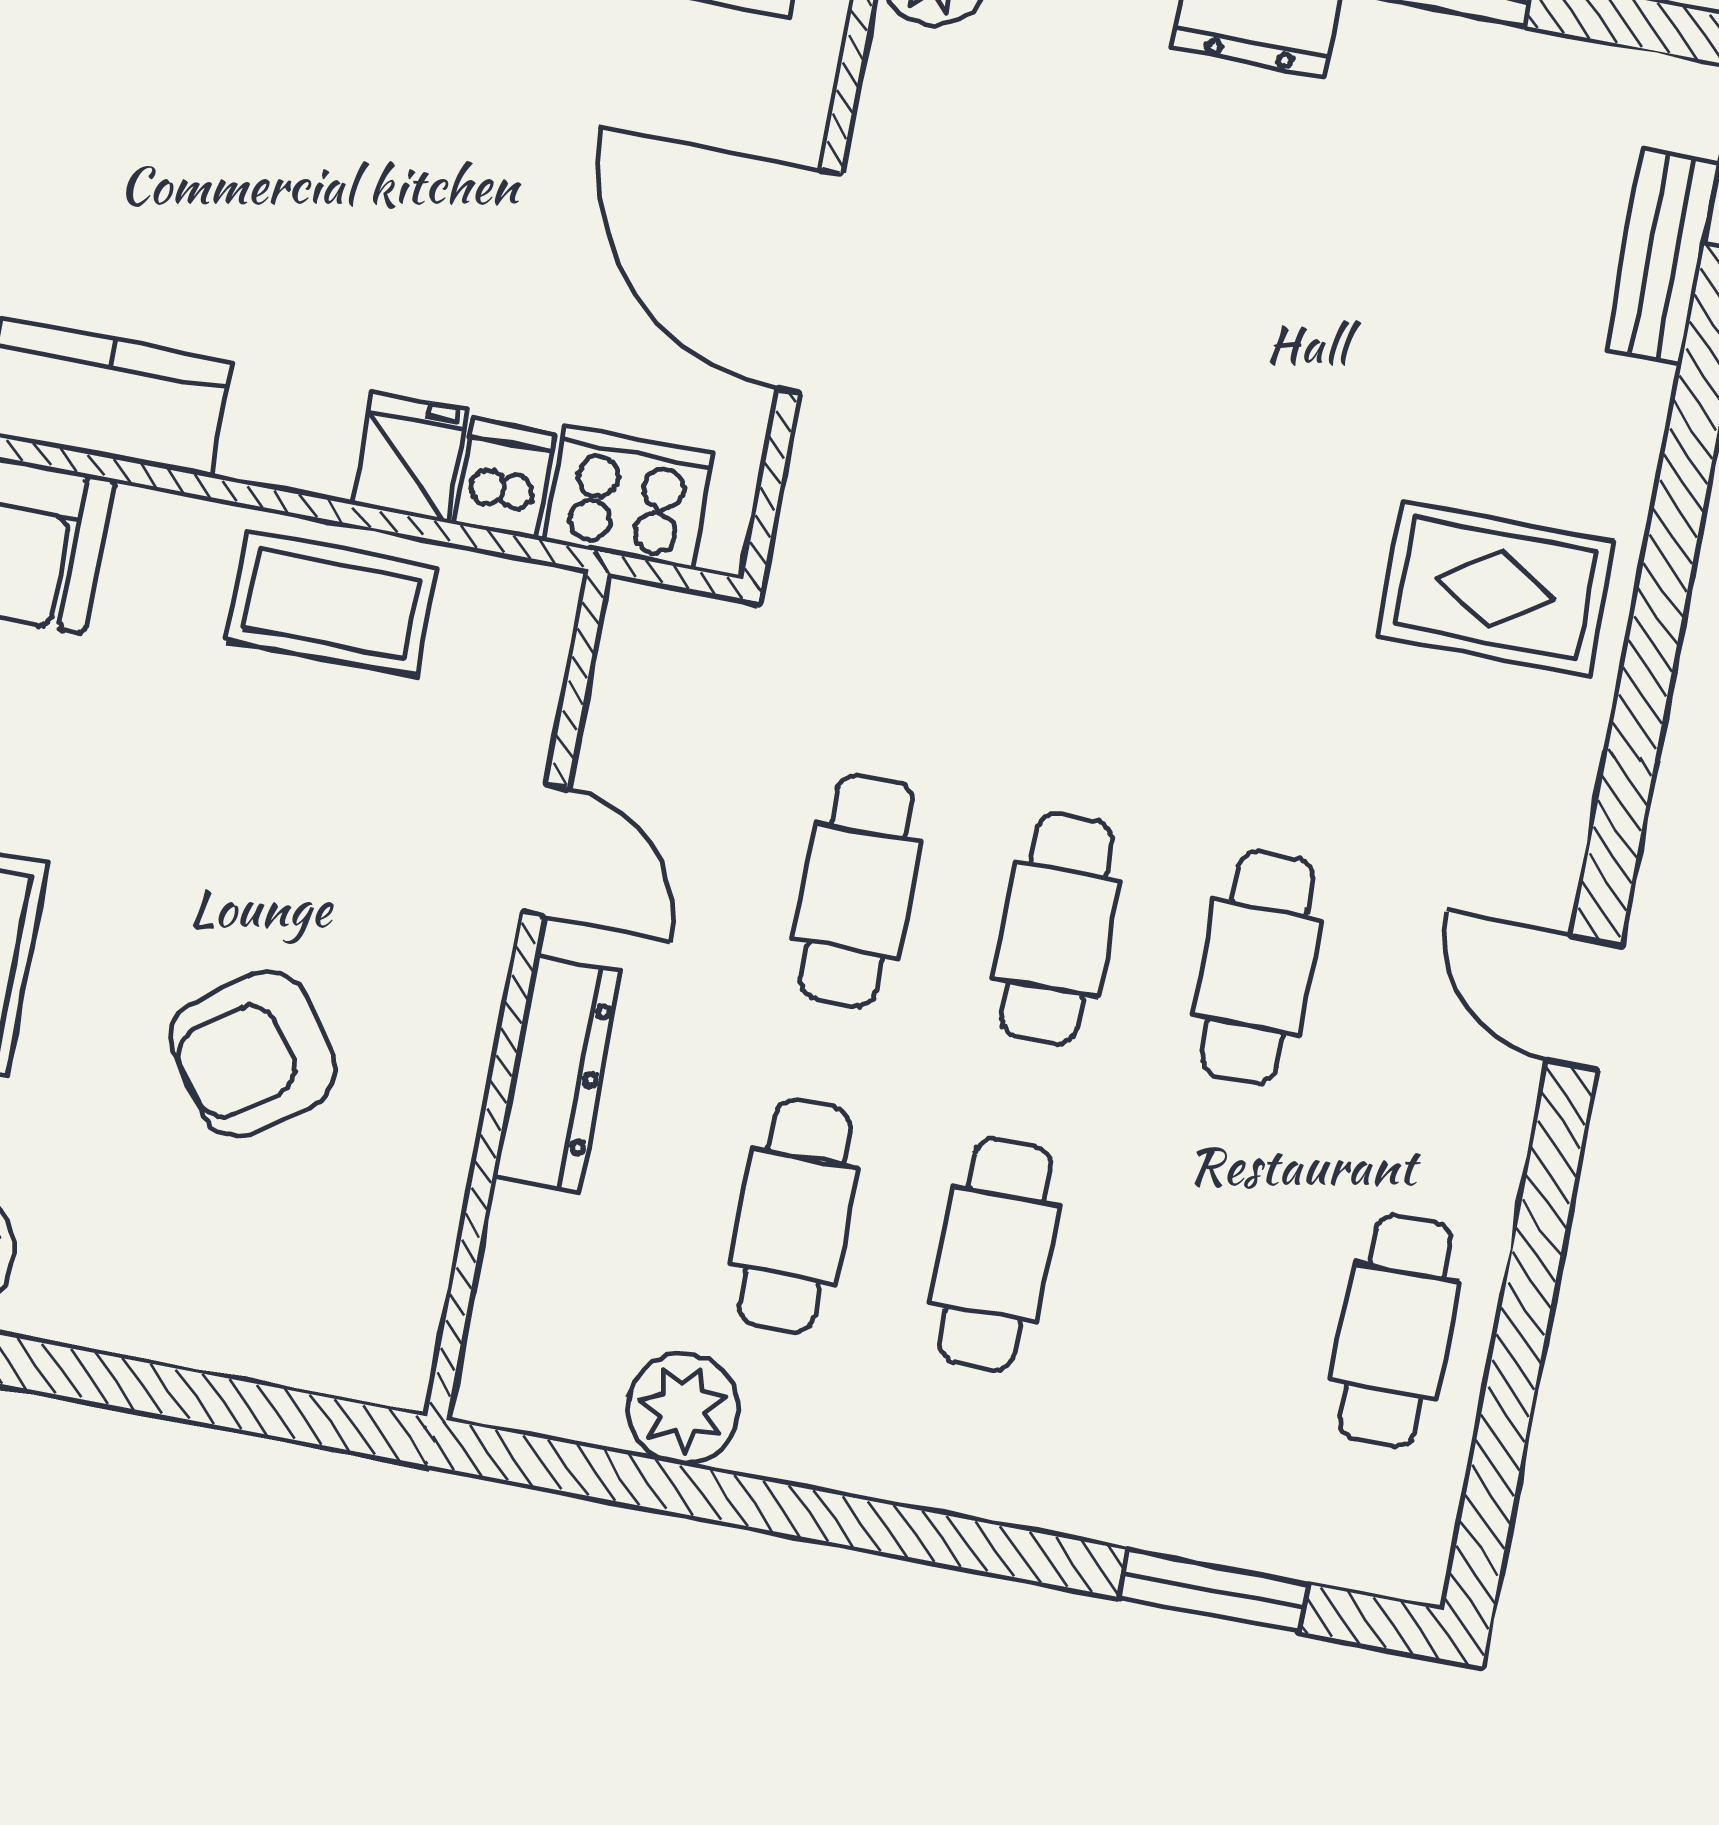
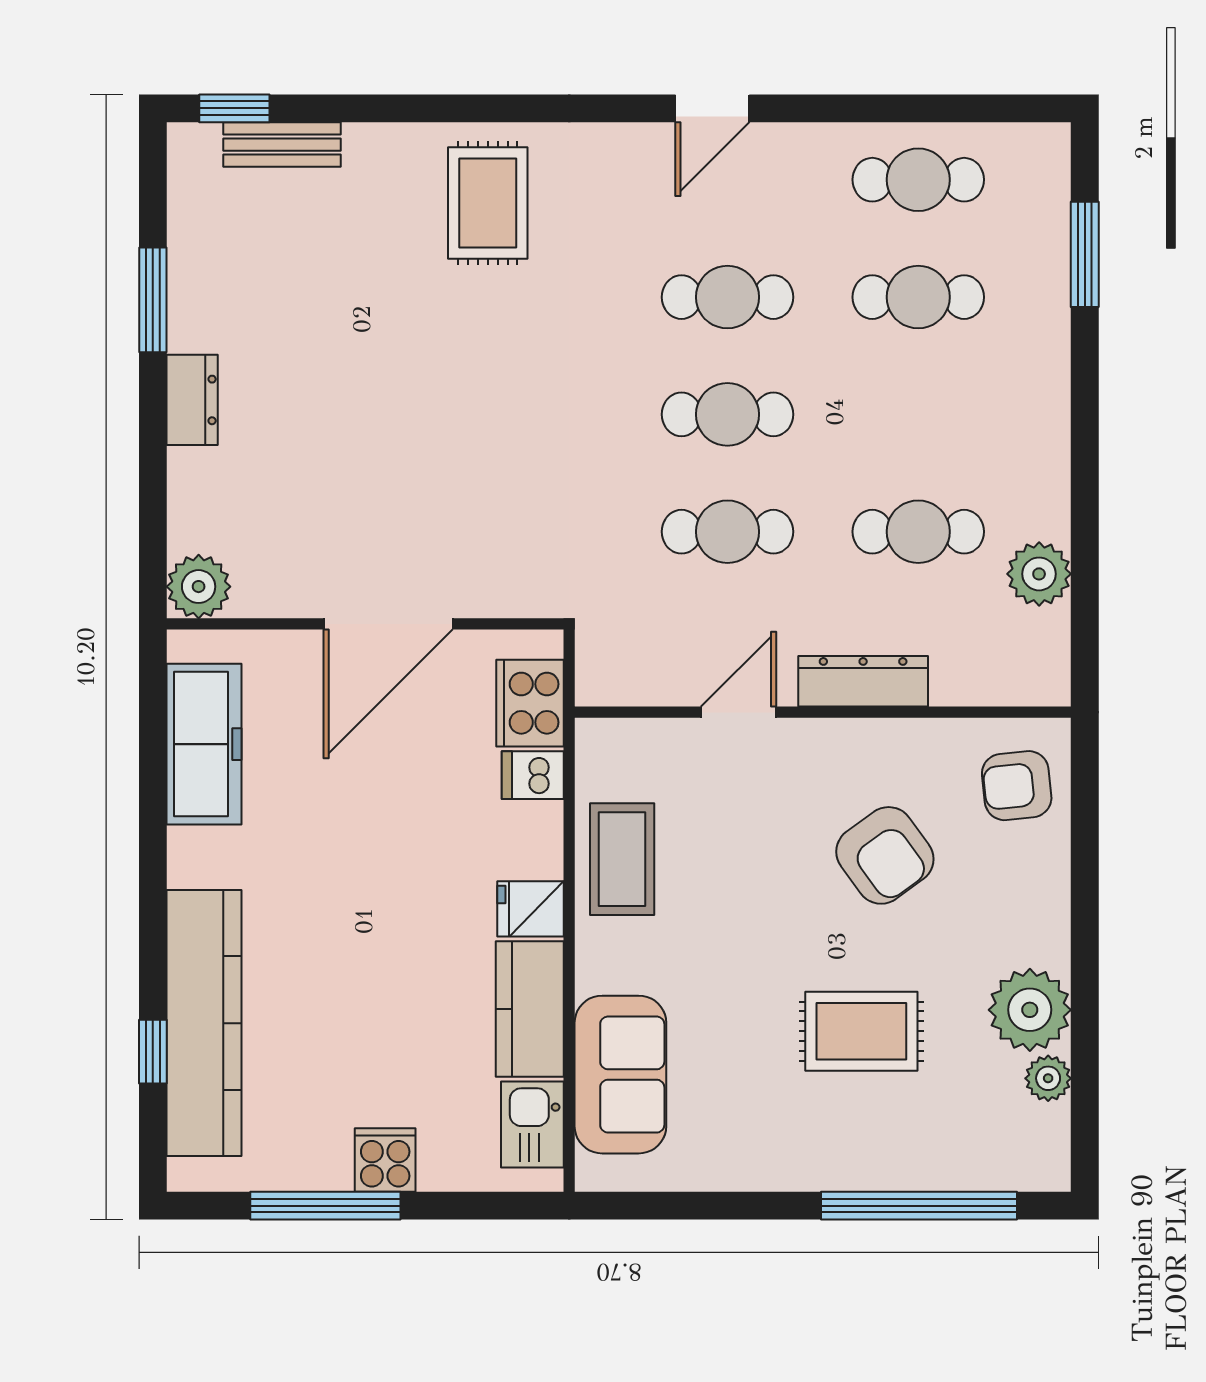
fridge: (409, 457) -> (531, 909), moved
cafe table: (995, 1254) -> (918, 297), moved
armchair: (329, 1302) -> (1017, 786), added

